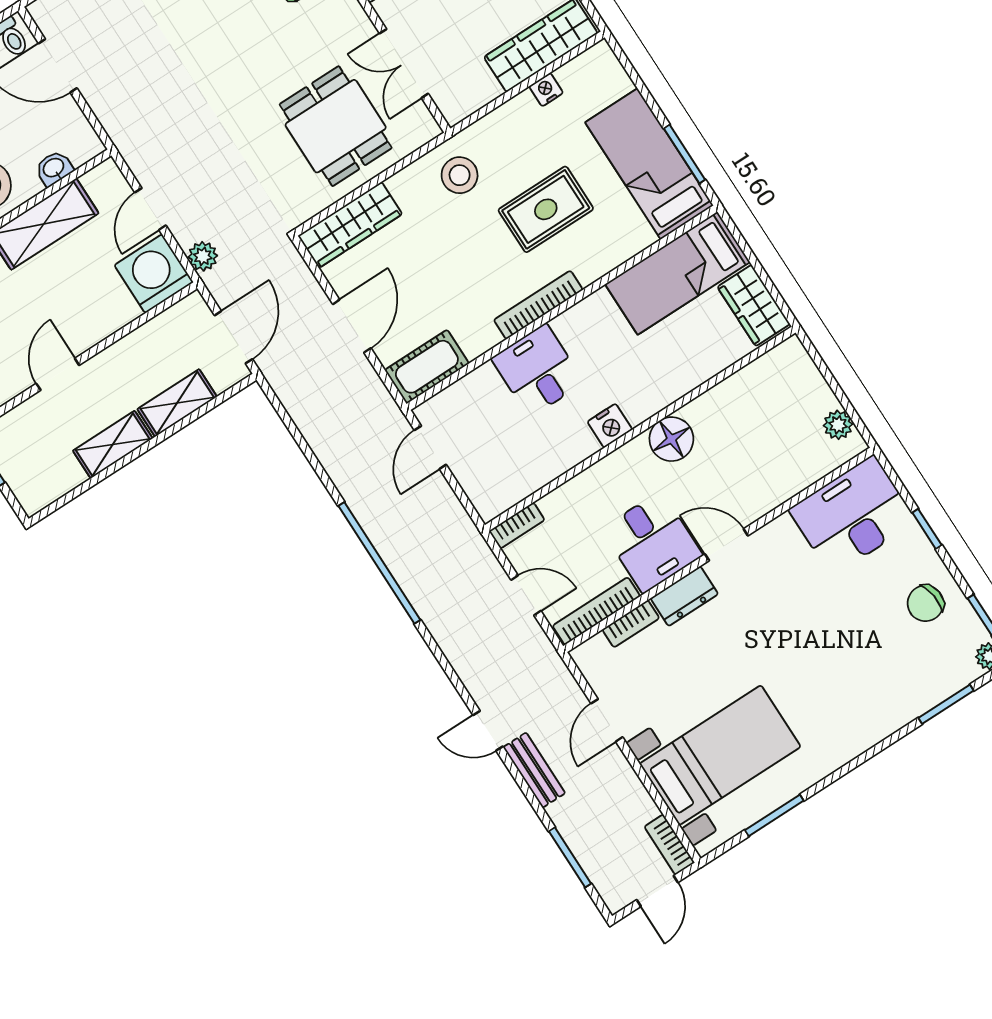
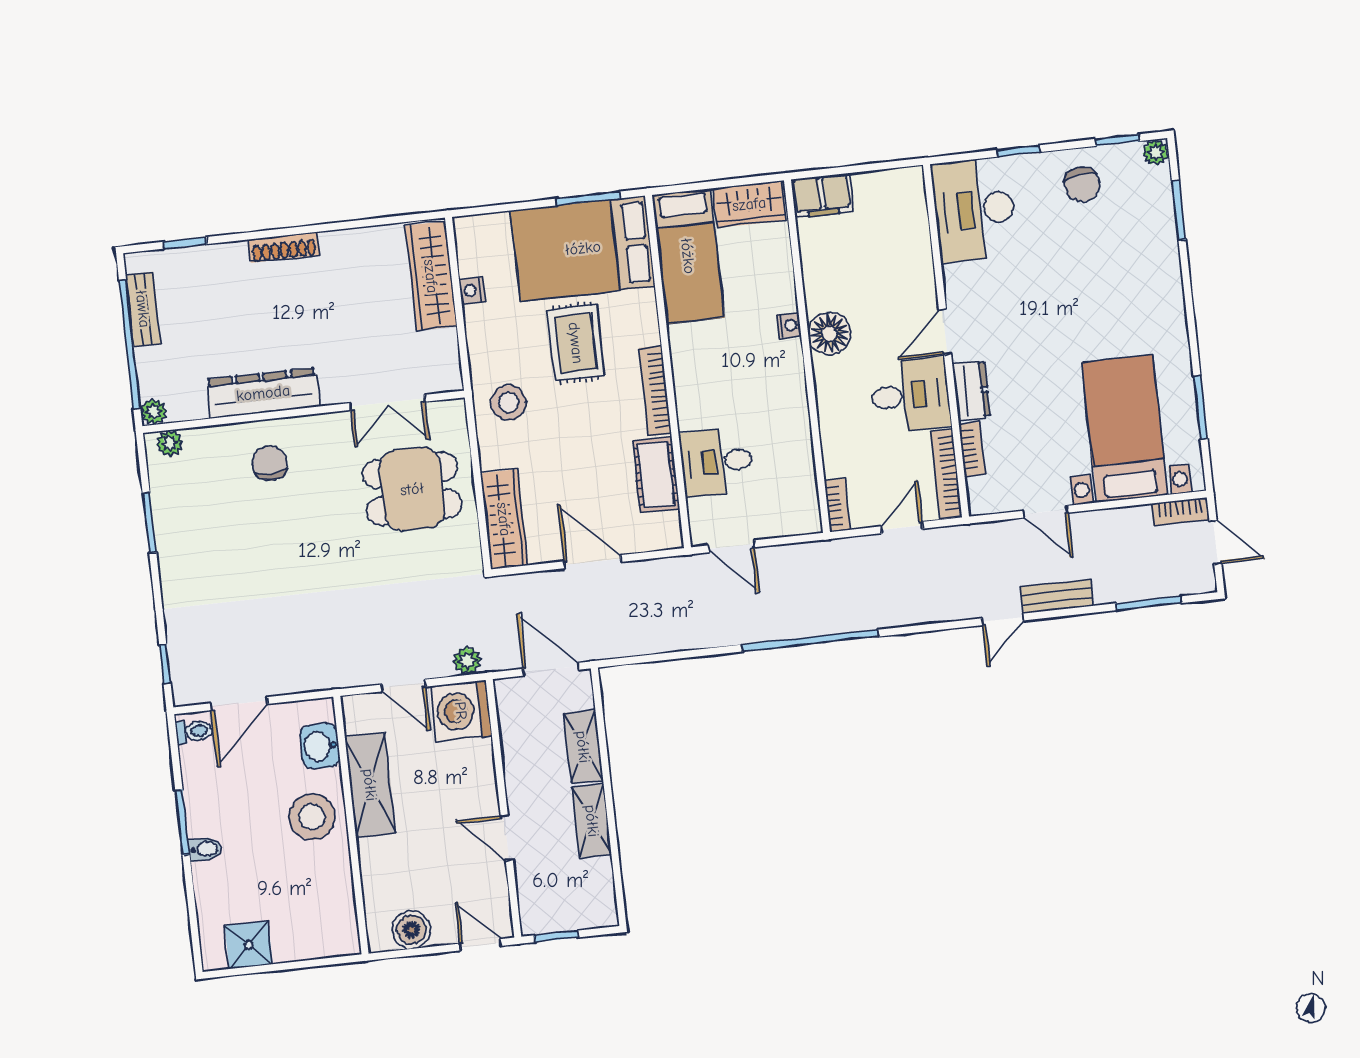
bed: (649, 164) -> (583, 248), width x1.50
washbasin: (54, 168) -> (320, 746), width x1.38, depth x1.45
cot: (427, 367) -> (656, 475), moved
filing cabinet: (795, 369) -> (822, 196), added
desk: (538, 370) -> (717, 462), moved
plant: (838, 425) -> (889, 183), removed
nightstand: (610, 426) -> (789, 325), moved, width x0.72, depth x0.74

